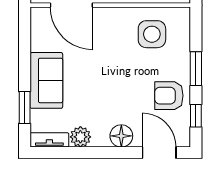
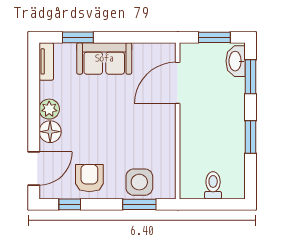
side table: (152, 34) -> (139, 182), moved
window: (196, 69) -> (139, 204), moved
plant: (80, 137) -> (49, 109), moved

